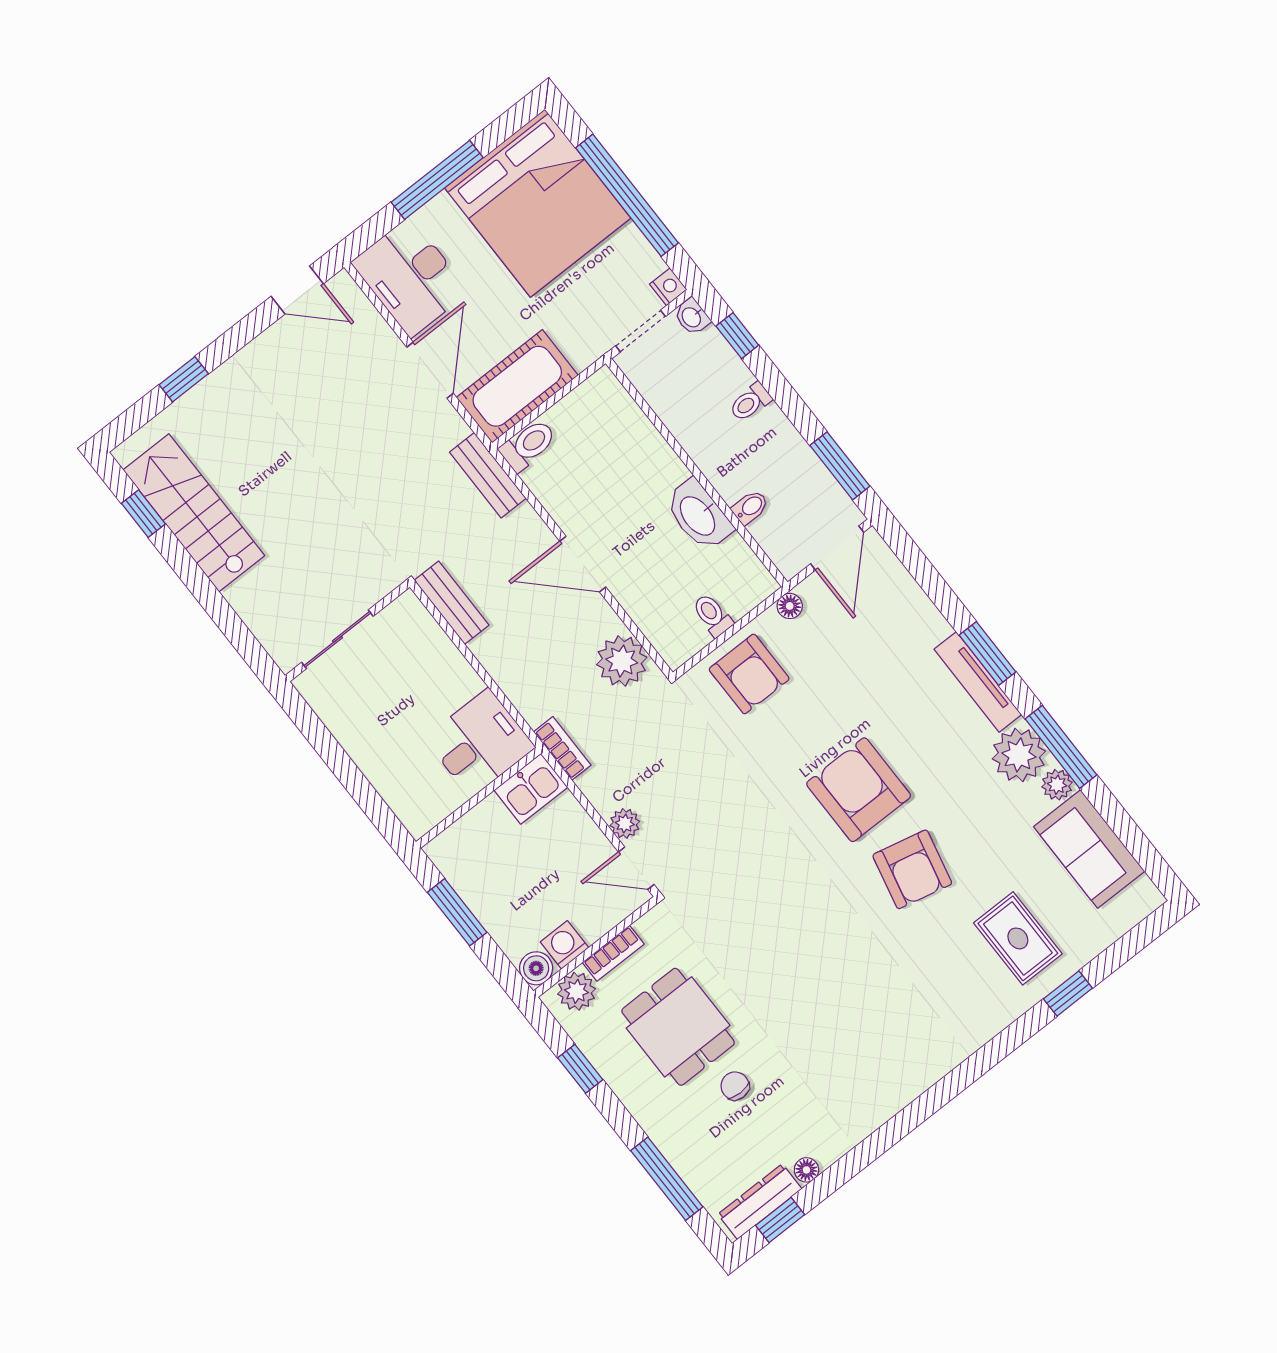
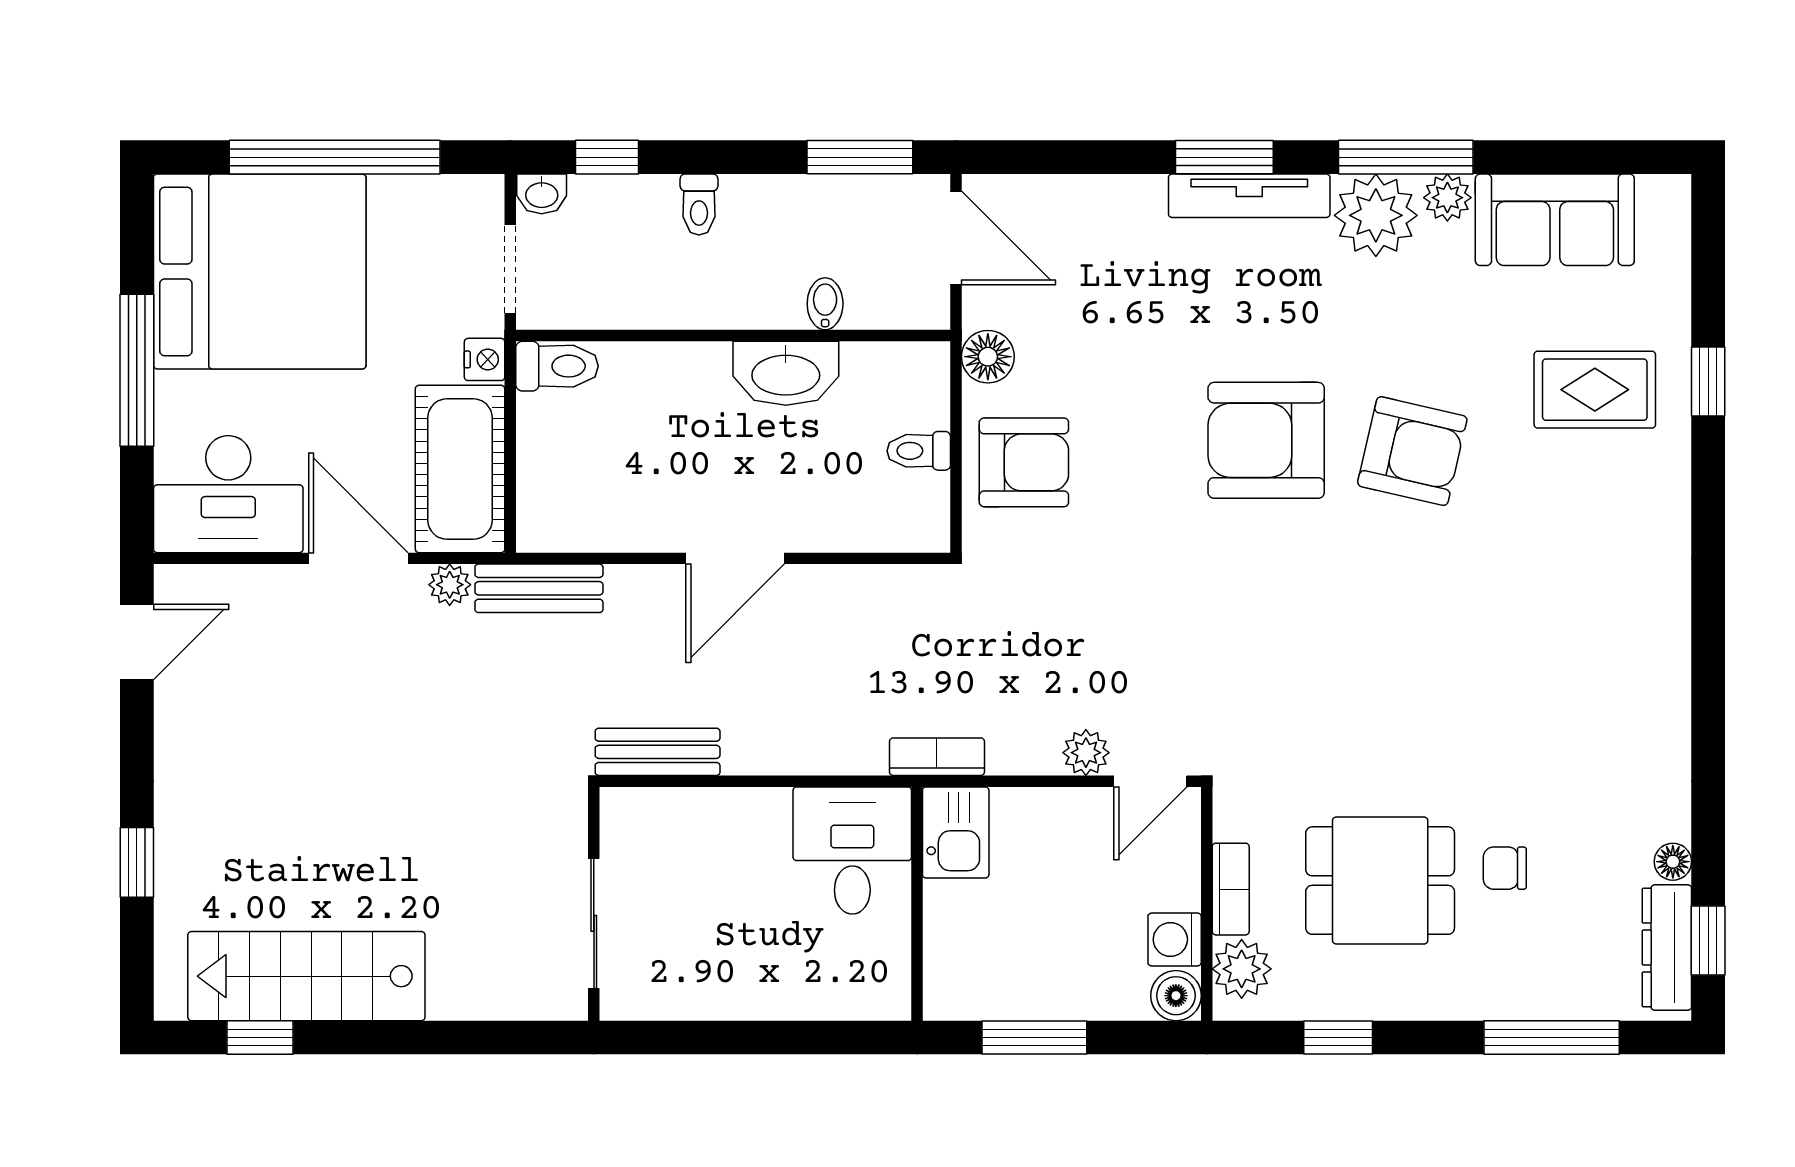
nightstand: (668, 287) -> (485, 359), moved, turned 90
toilet: (528, 445) -> (557, 366), moved, turned 90
floor lamp: (790, 606) -> (988, 357), width x1.37, depth x1.37
plant: (622, 661) -> (450, 585), moved, width x0.53, depth x0.53

